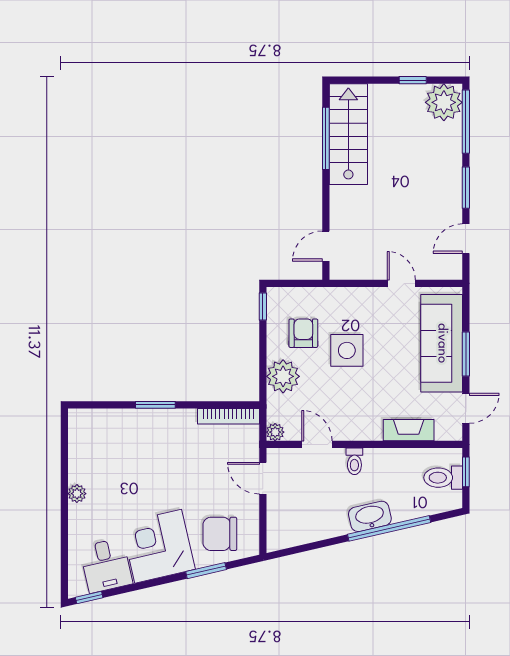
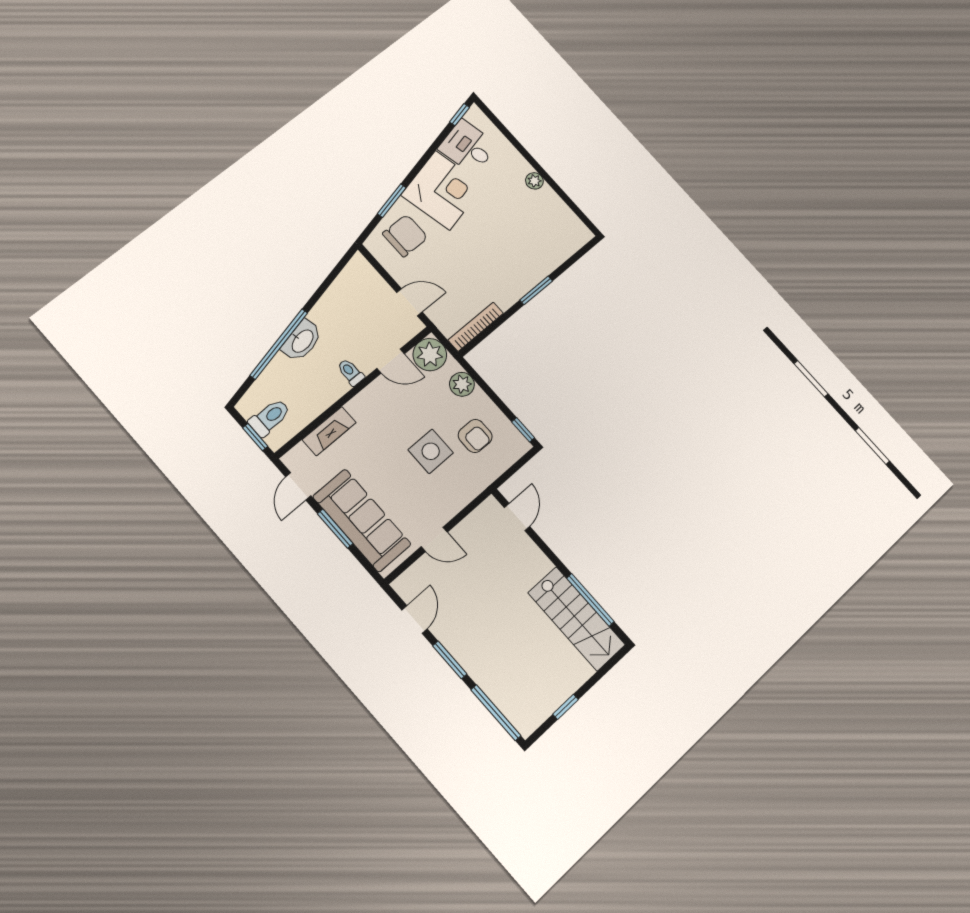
plant: (444, 102) -> (526, 712), removed
plant: (283, 376) -> (462, 384), width x0.73, depth x0.73
plant: (275, 432) -> (430, 355), width x1.87, depth x1.87

